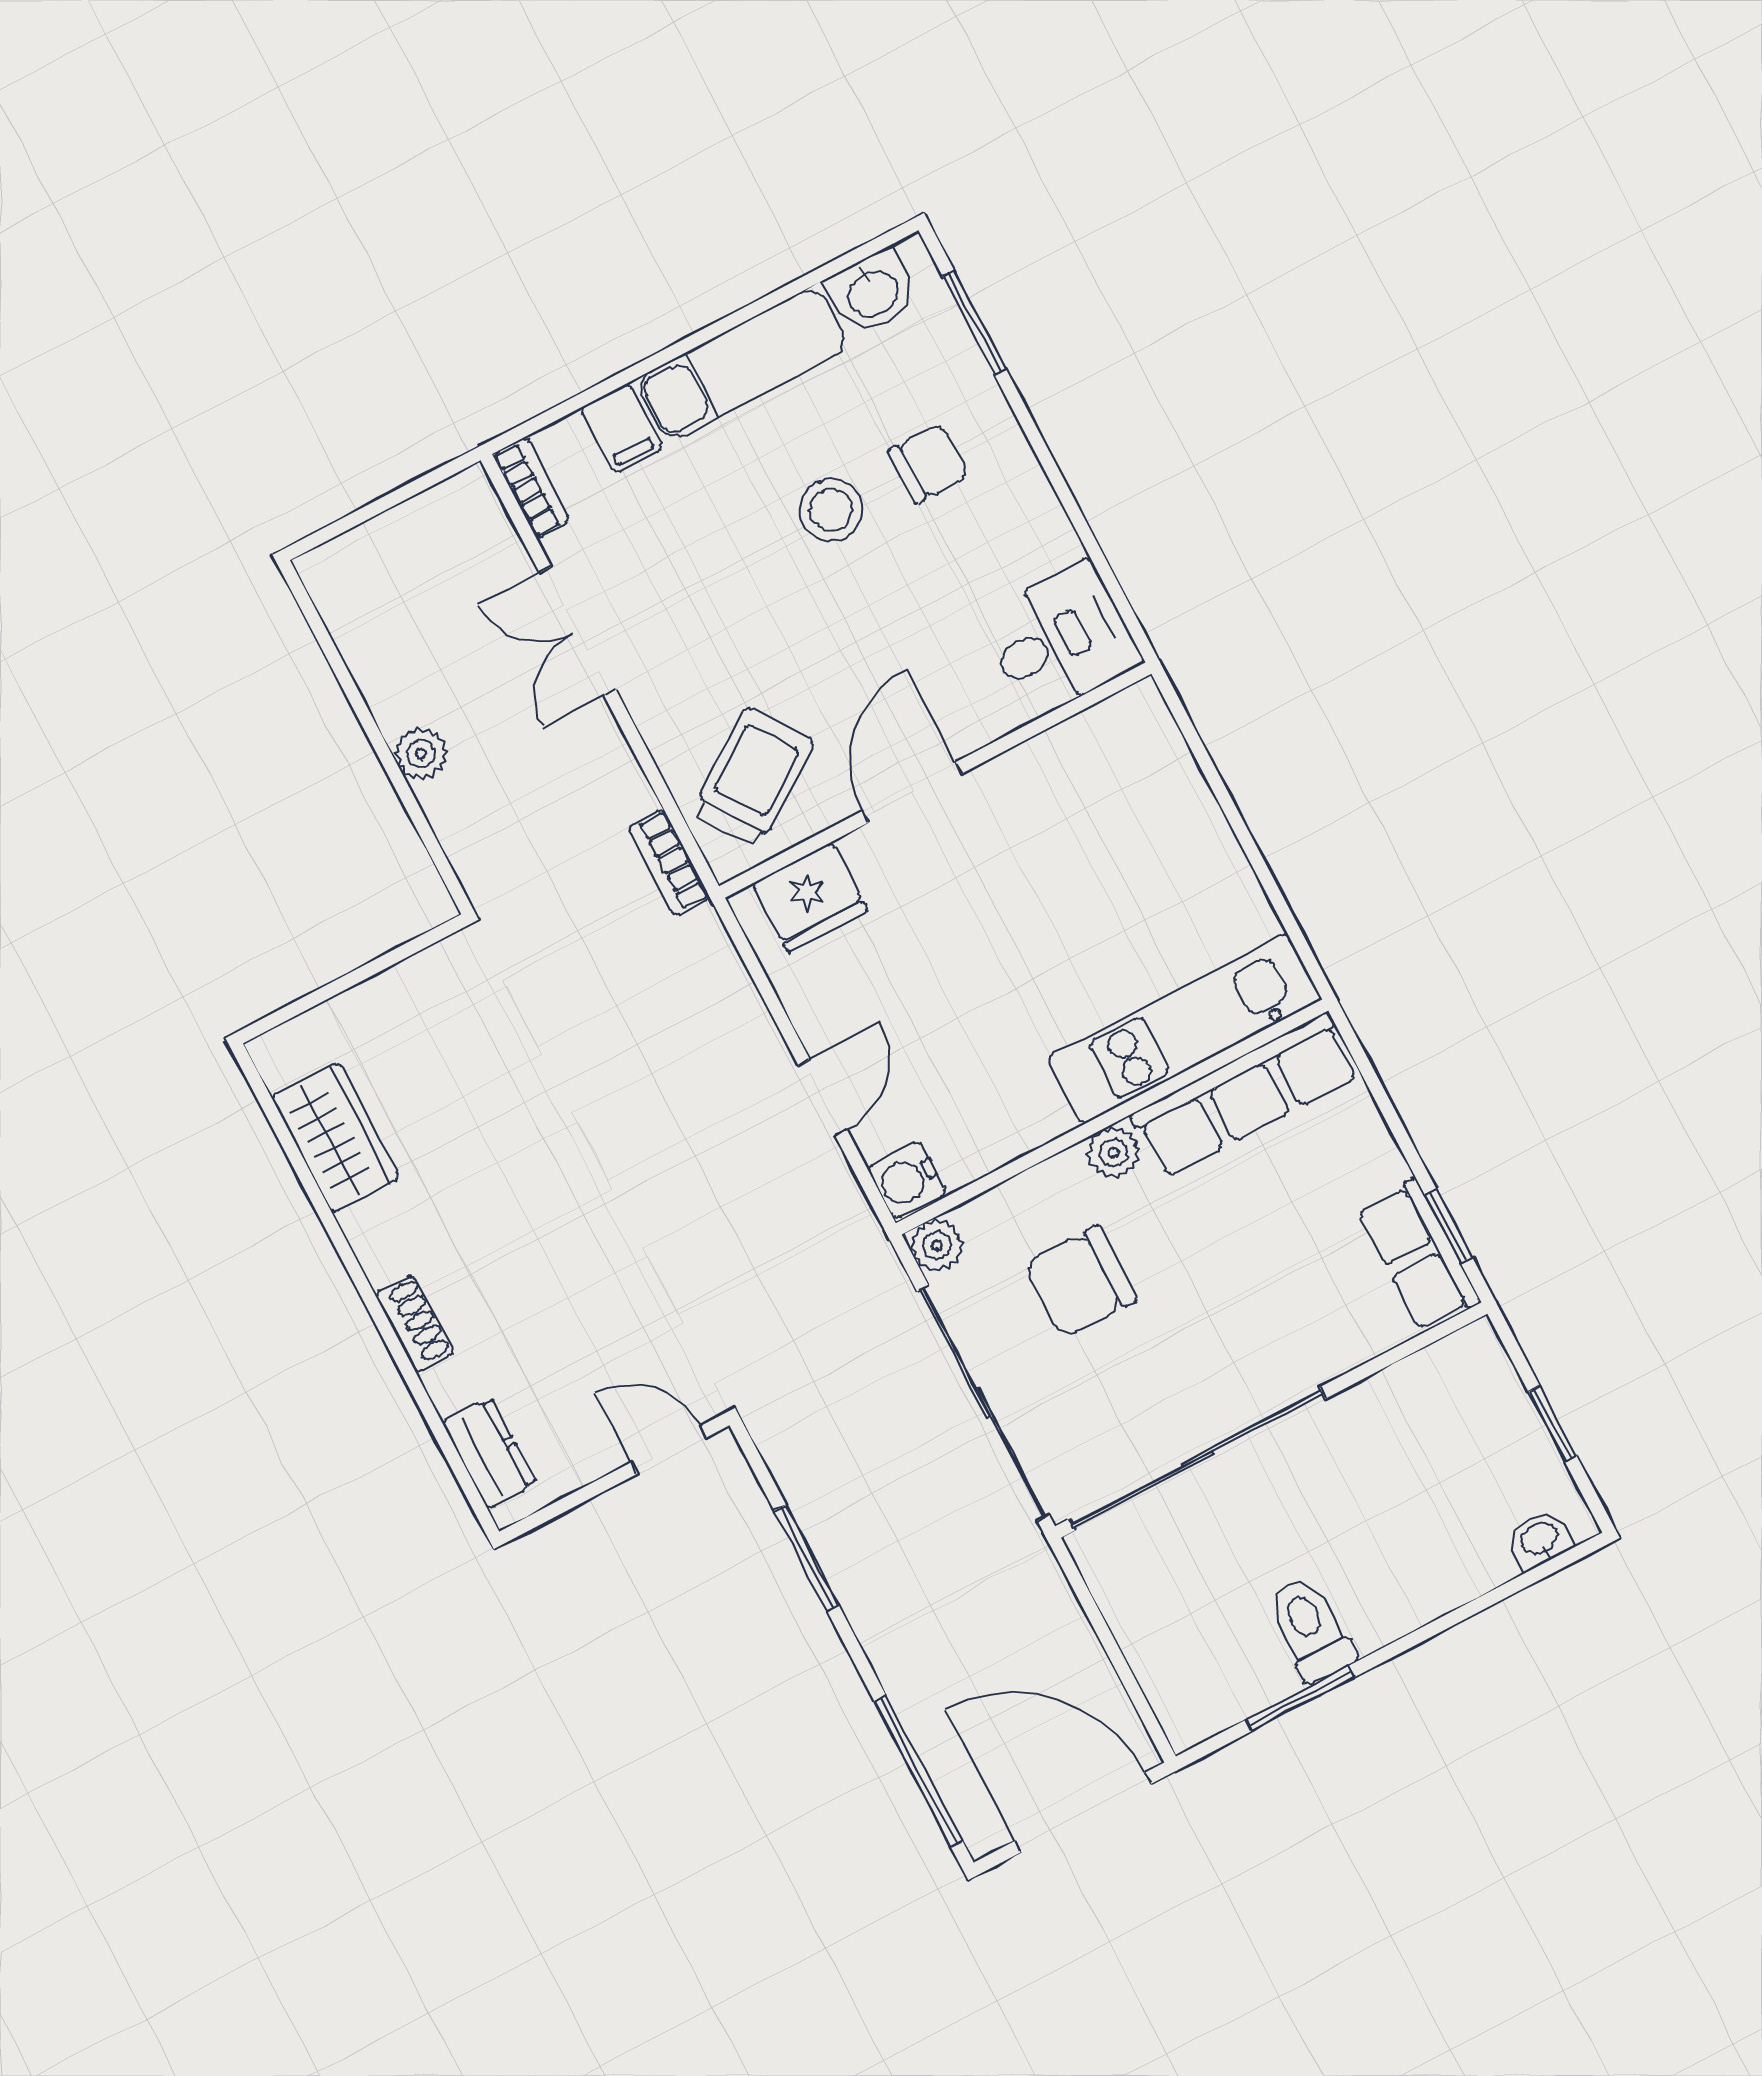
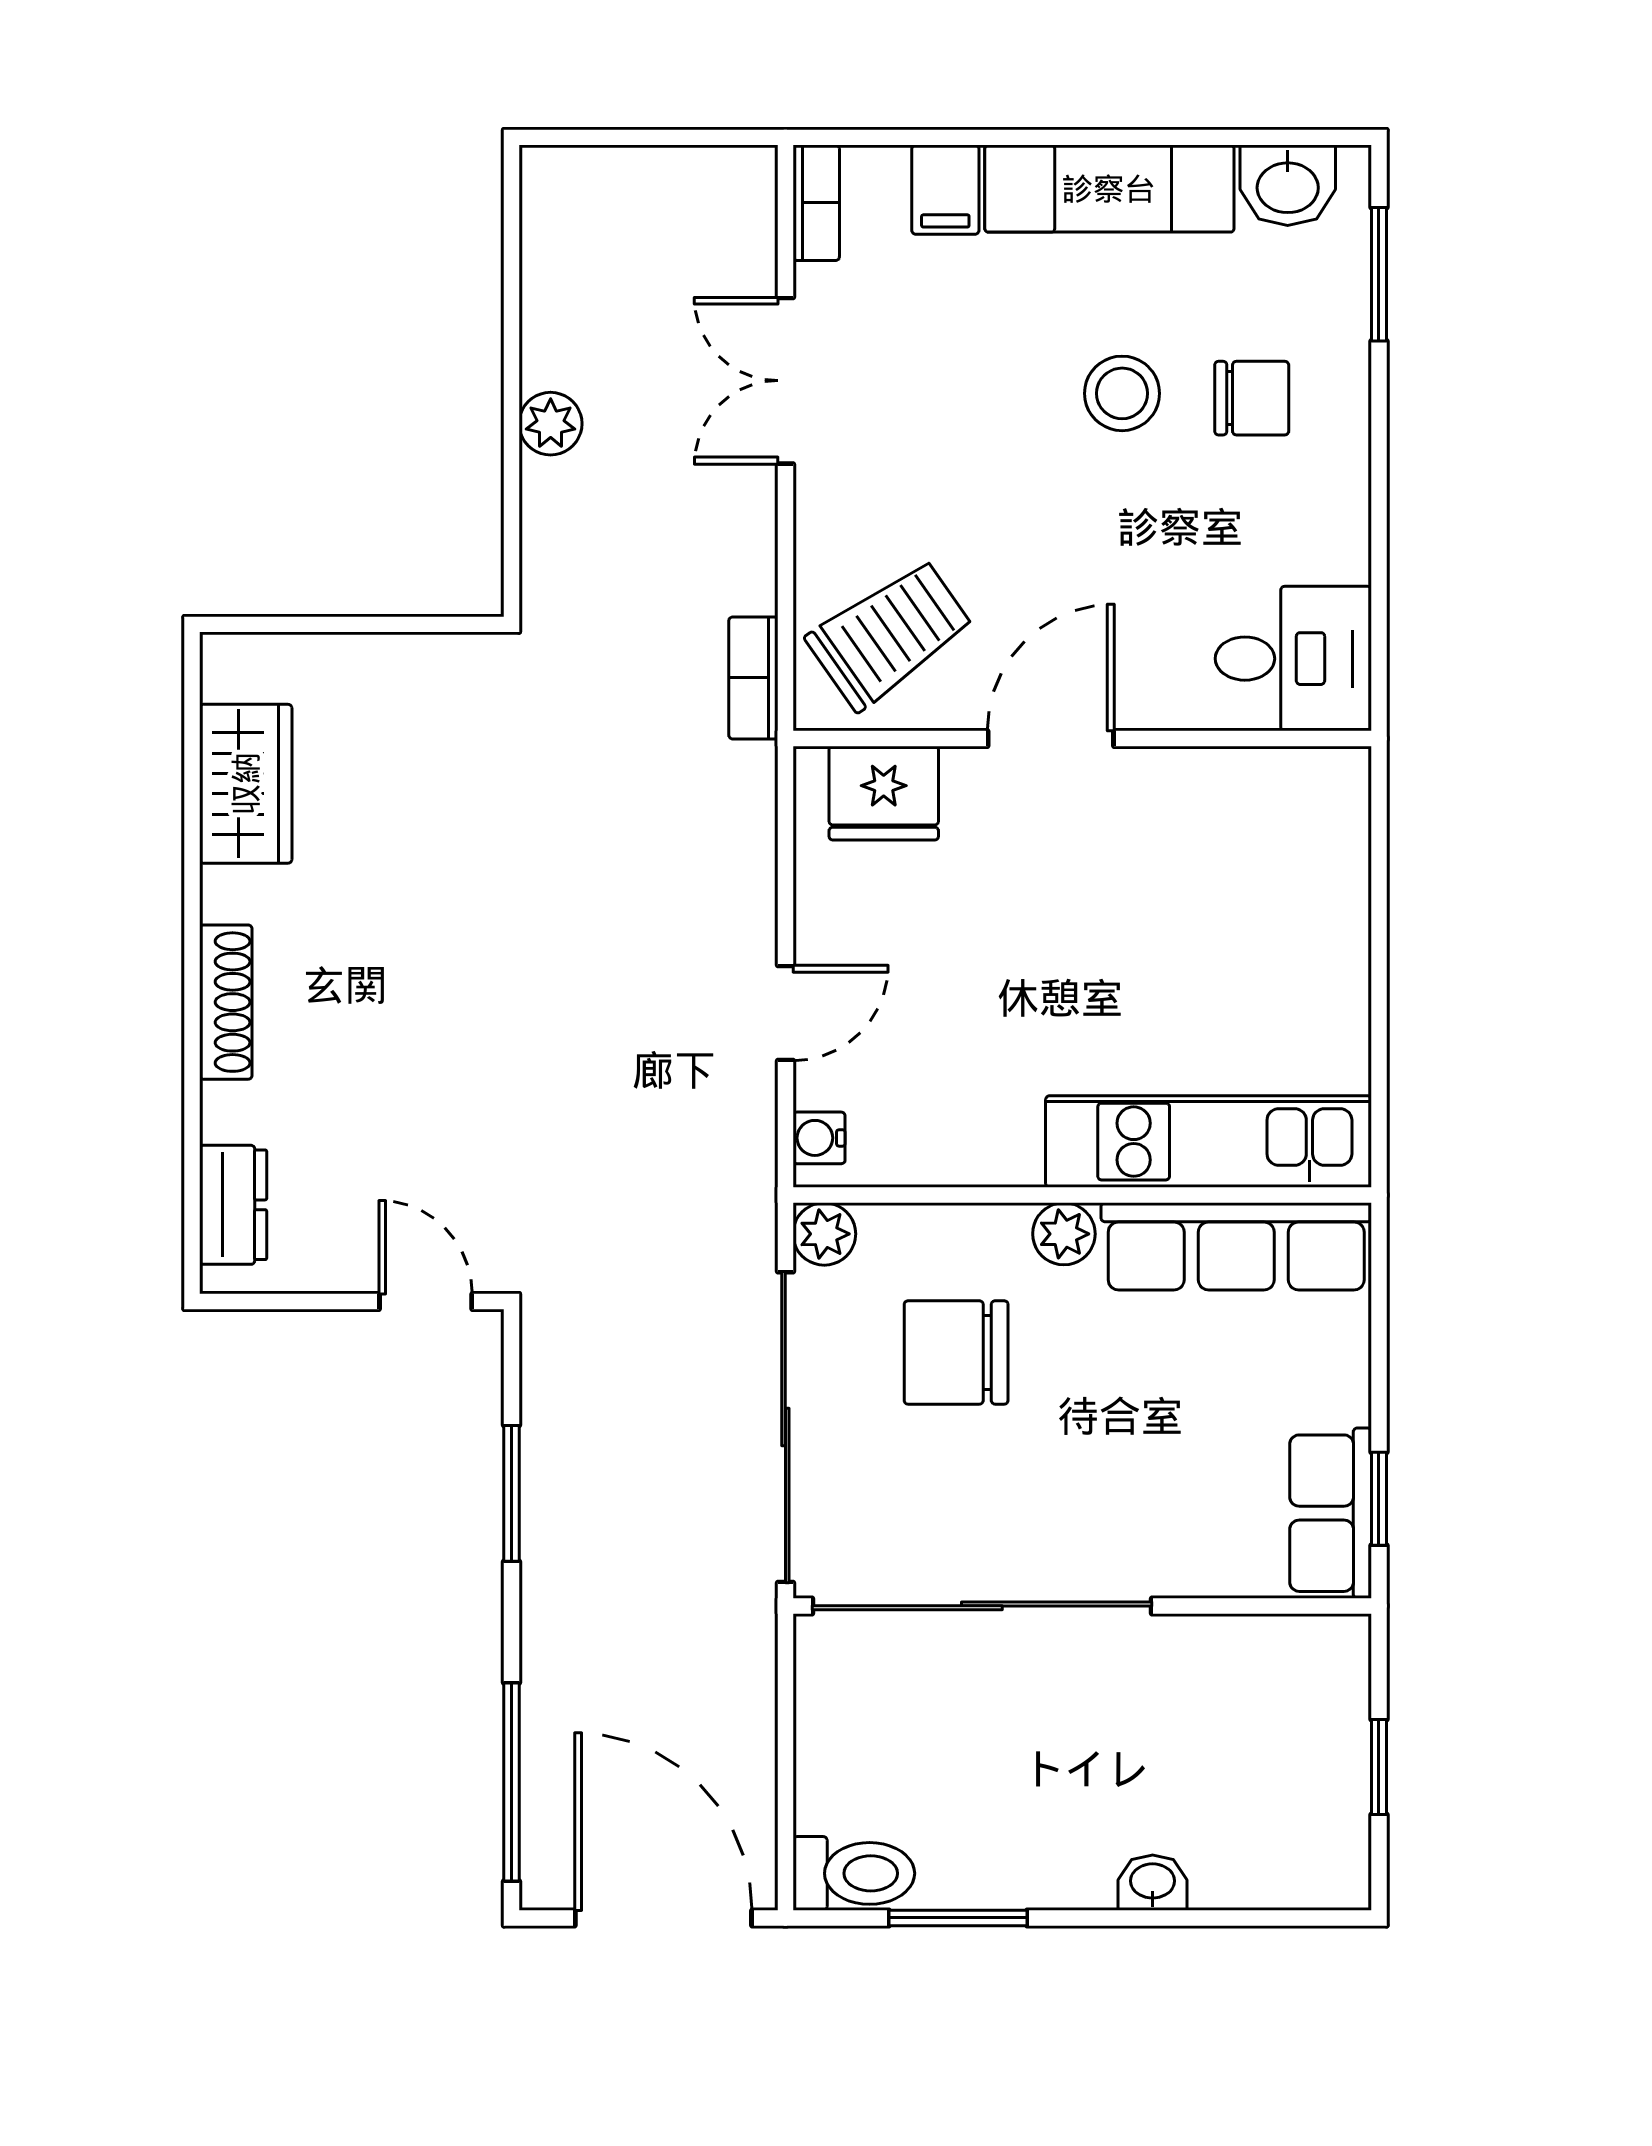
water cooler: (907, 1180) -> (819, 1138), width x0.72, depth x0.72
shoe rack: (414, 1323) -> (226, 1002), width x1.43
washbasin: (1540, 1540) -> (1153, 1883), moved
toilet: (1310, 1629) -> (854, 1873), moved, turned 90

